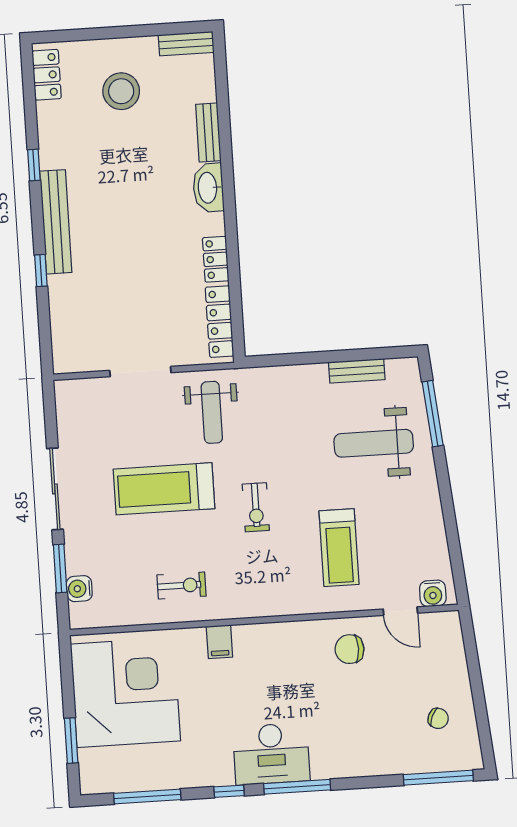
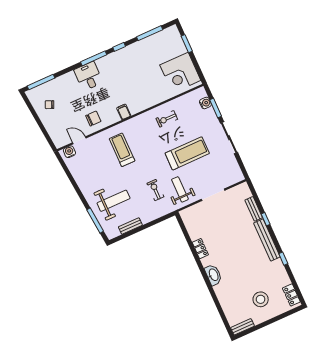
bench: (208, 132) -> (254, 209), moved
locker: (220, 322) -> (190, 225), removed
exercise bike: (256, 507) -> (155, 190), moved
treadmill: (339, 548) -> (122, 150), moved
filing cabinet: (219, 642) -> (124, 112), moved
corner desk: (125, 692) -> (180, 73), width x0.74, depth x0.74
desk: (271, 754) -> (88, 76), moved, width x0.73

